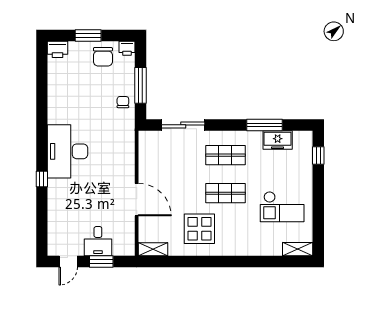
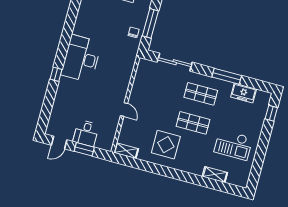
window: (264, 125) -> (227, 76), moved
door: (137, 200) -> (124, 109), width x0.53
shelving: (298, 249) -> (215, 175), moved

